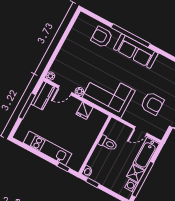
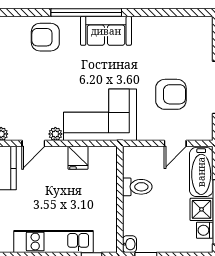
sofa: (136, 51) -> (106, 31), width x0.73

